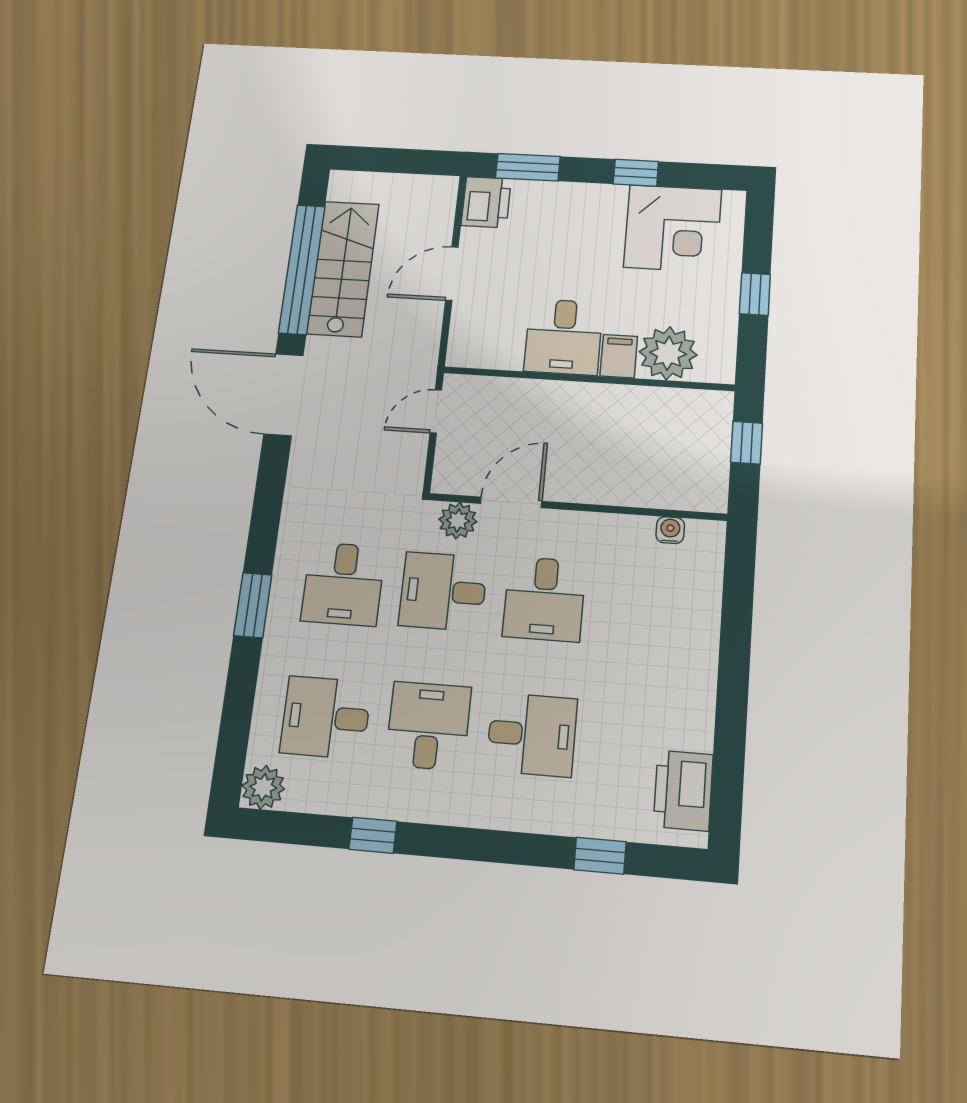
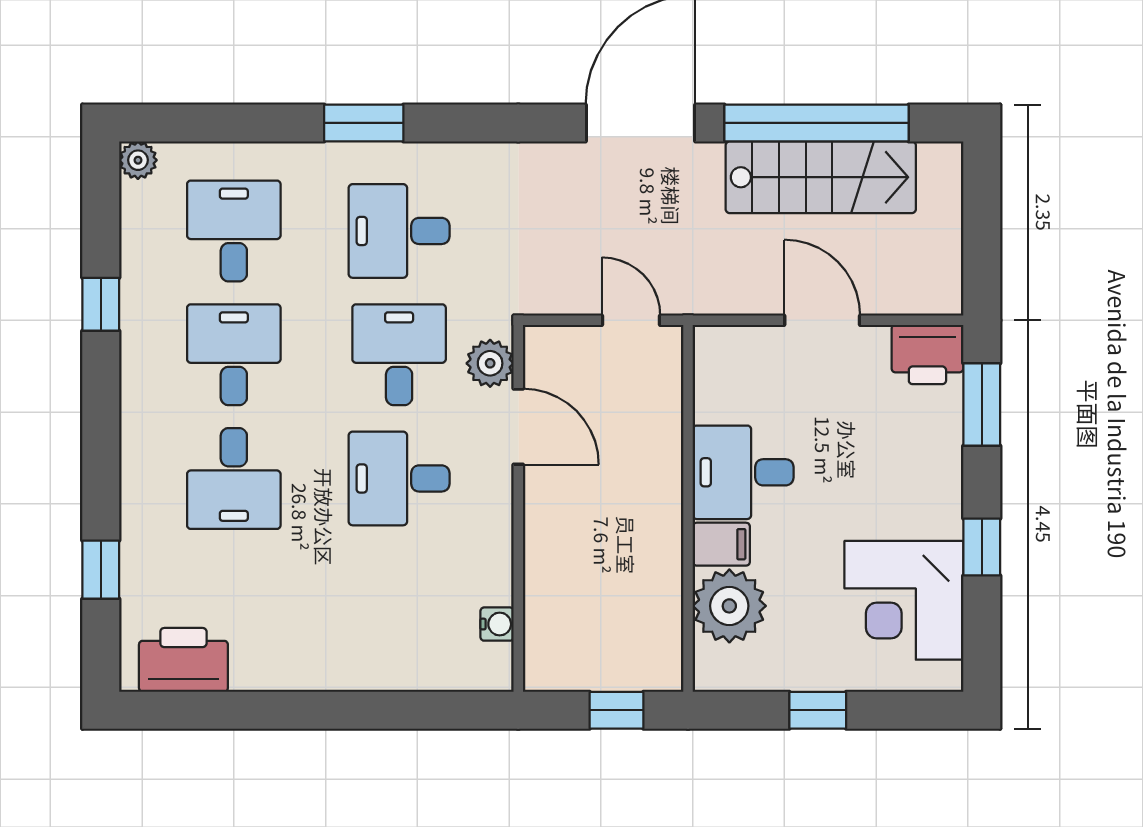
desk: (428, 726) -> (234, 355), turned -90
plant: (263, 787) -> (138, 160), width x0.73, depth x0.73

